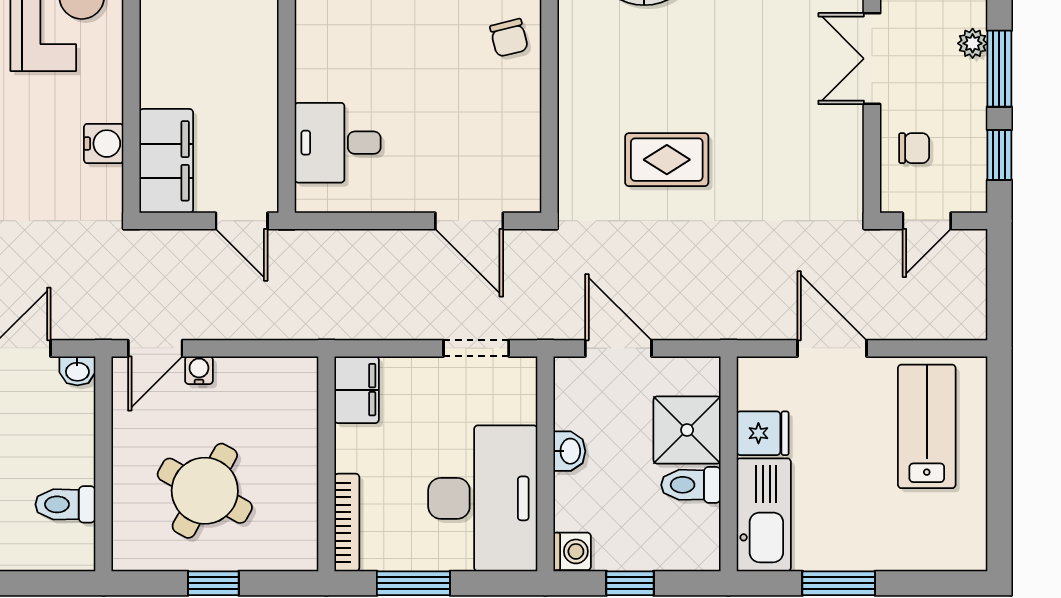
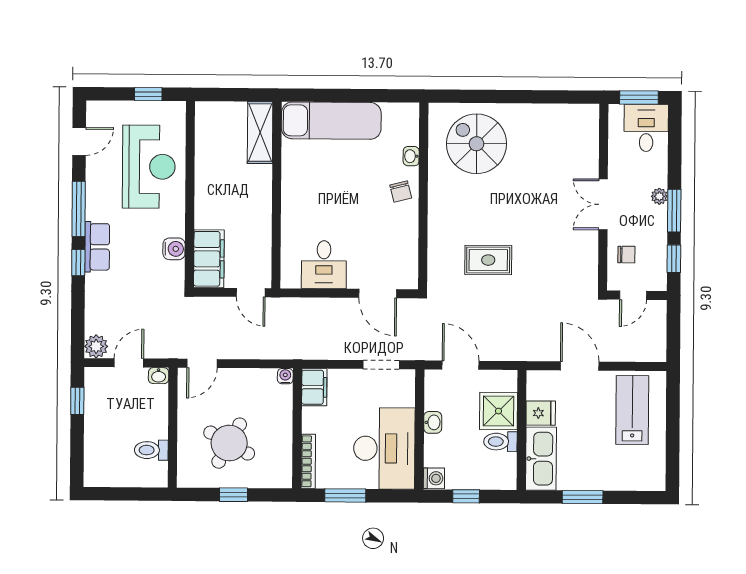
desk: (338, 143) -> (324, 265), moved, turned -90
water cooler: (199, 370) -> (285, 376), moved

